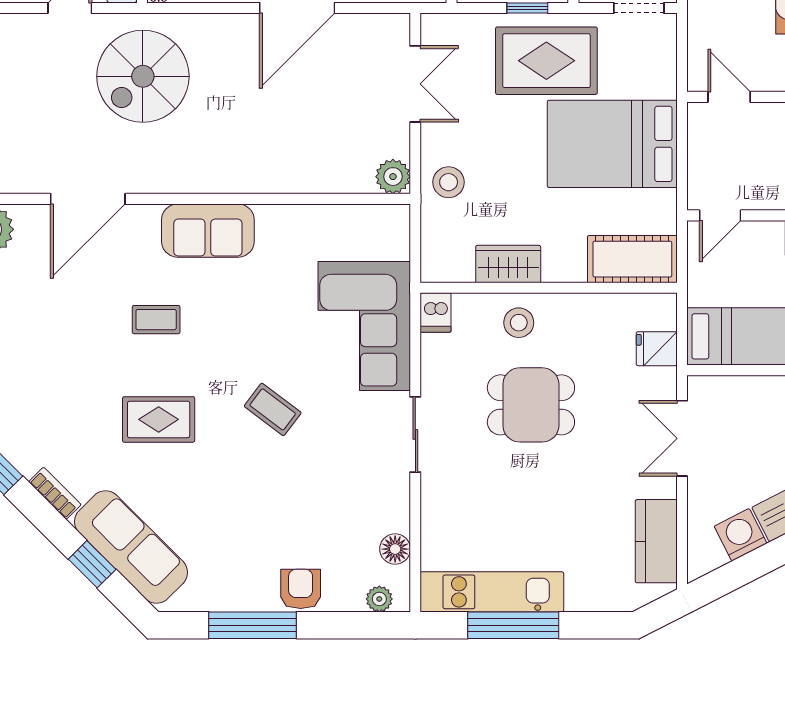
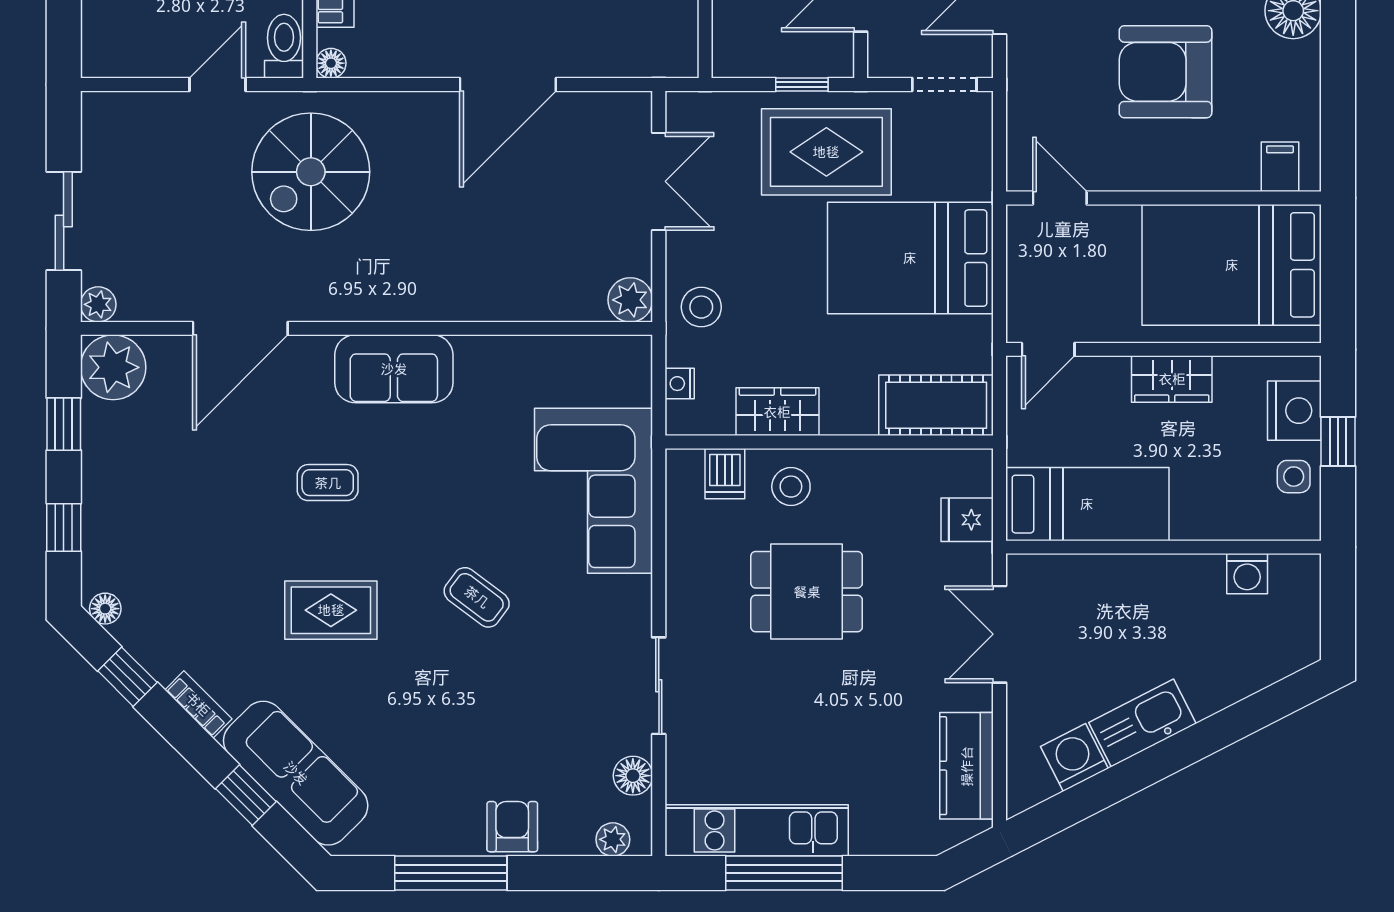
nightstand: (432, 242) -> (680, 384), added
dishwasher: (436, 313) -> (725, 474), moved
sliding door: (415, 435) -> (659, 686), moved

